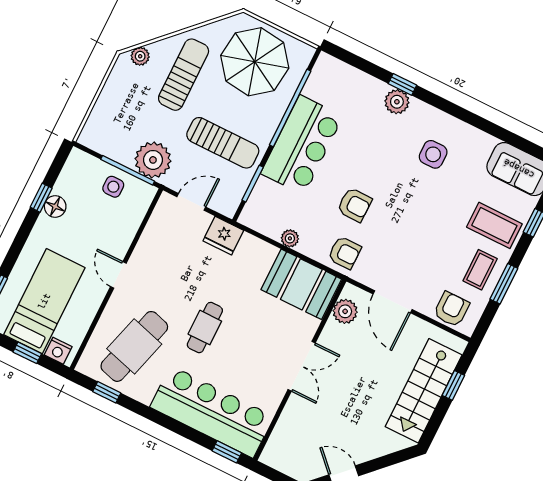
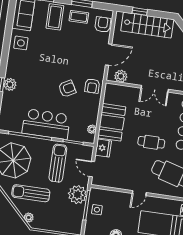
side table: (433, 154) -> (21, 43), moved
armchair: (355, 205) -> (67, 89), turned 59
plant: (290, 238) -> (92, 129), moved
armchair: (345, 253) -> (92, 86), turned 180
booth: (301, 284) -> (112, 122), moved
armchair: (451, 309) -> (103, 25), turned 90
double door: (302, 366) -> (155, 89), swing flipped

